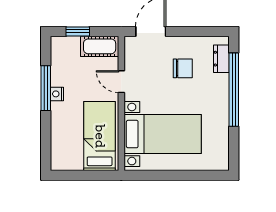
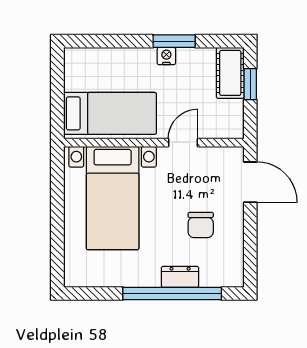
cot: (100, 46) -> (230, 73), moved
dresser: (221, 59) -> (180, 277), moved
window: (46, 88) -> (174, 41), width x0.69

